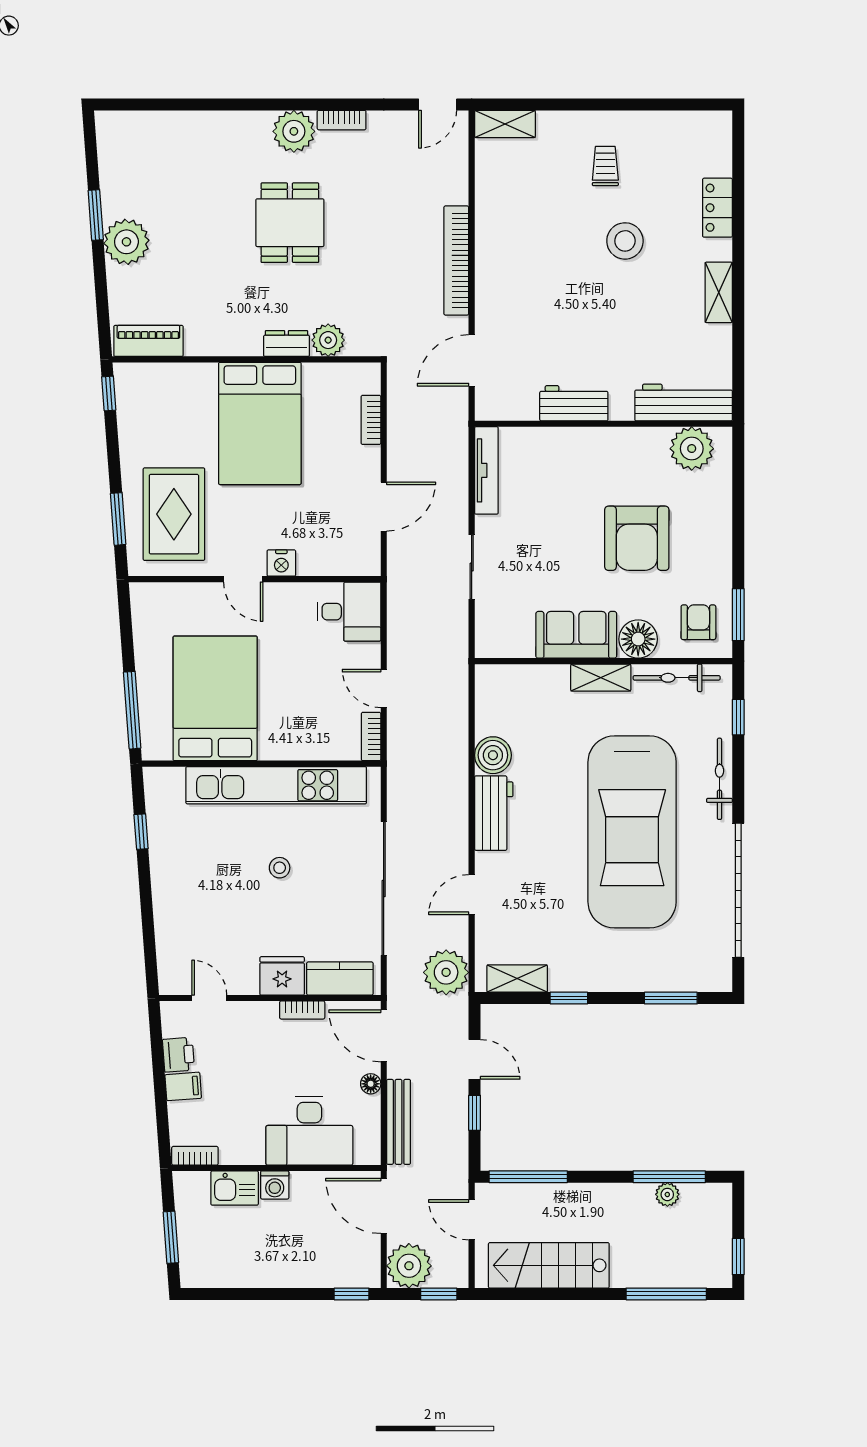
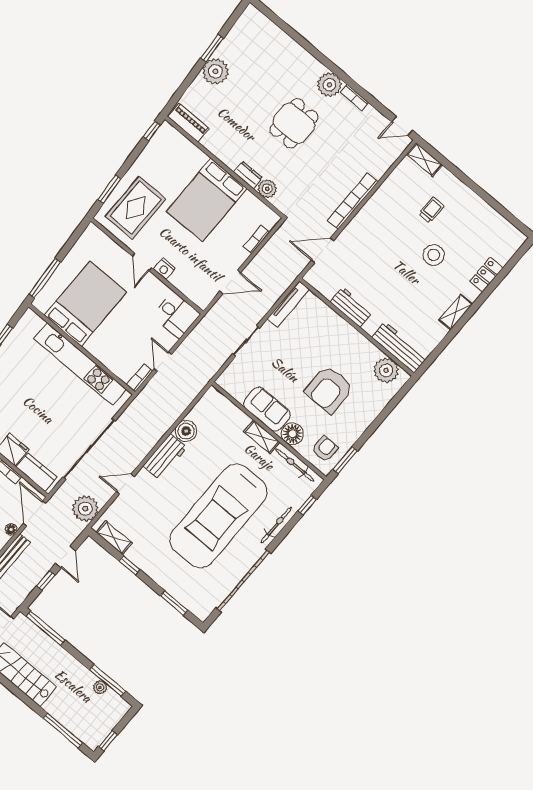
trolley: (605, 166) -> (431, 210), moved
stool: (280, 868) -> (51, 401), removed

